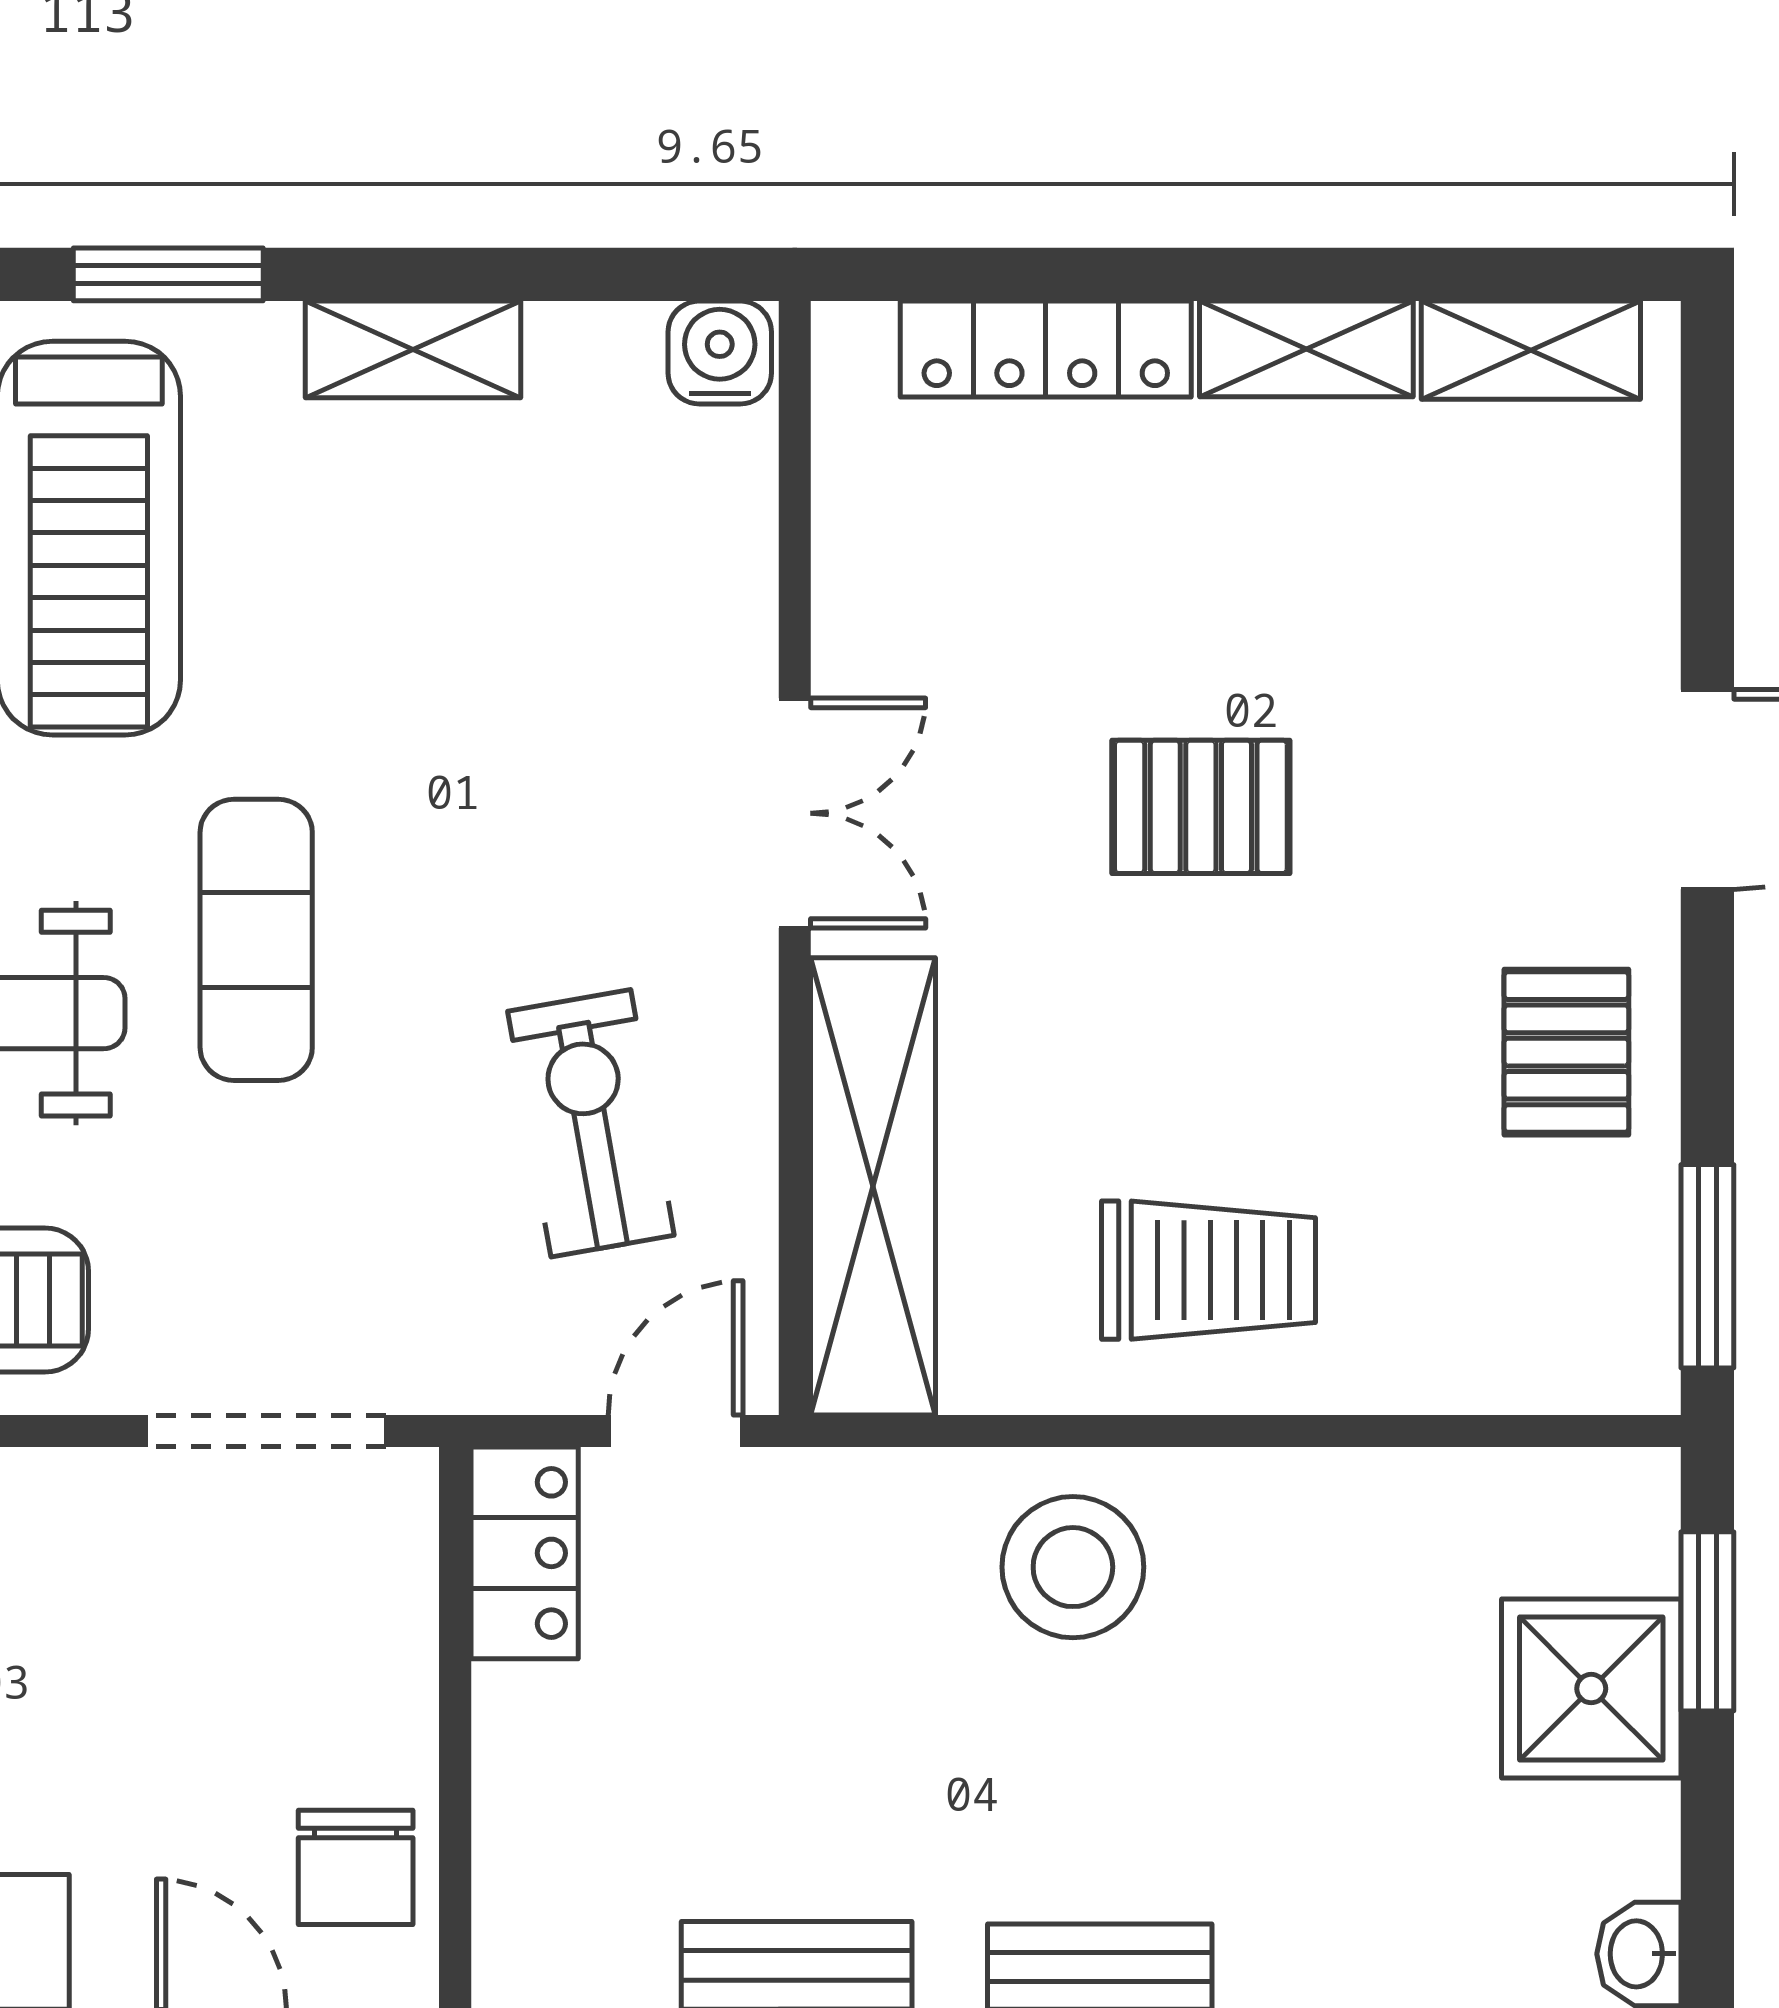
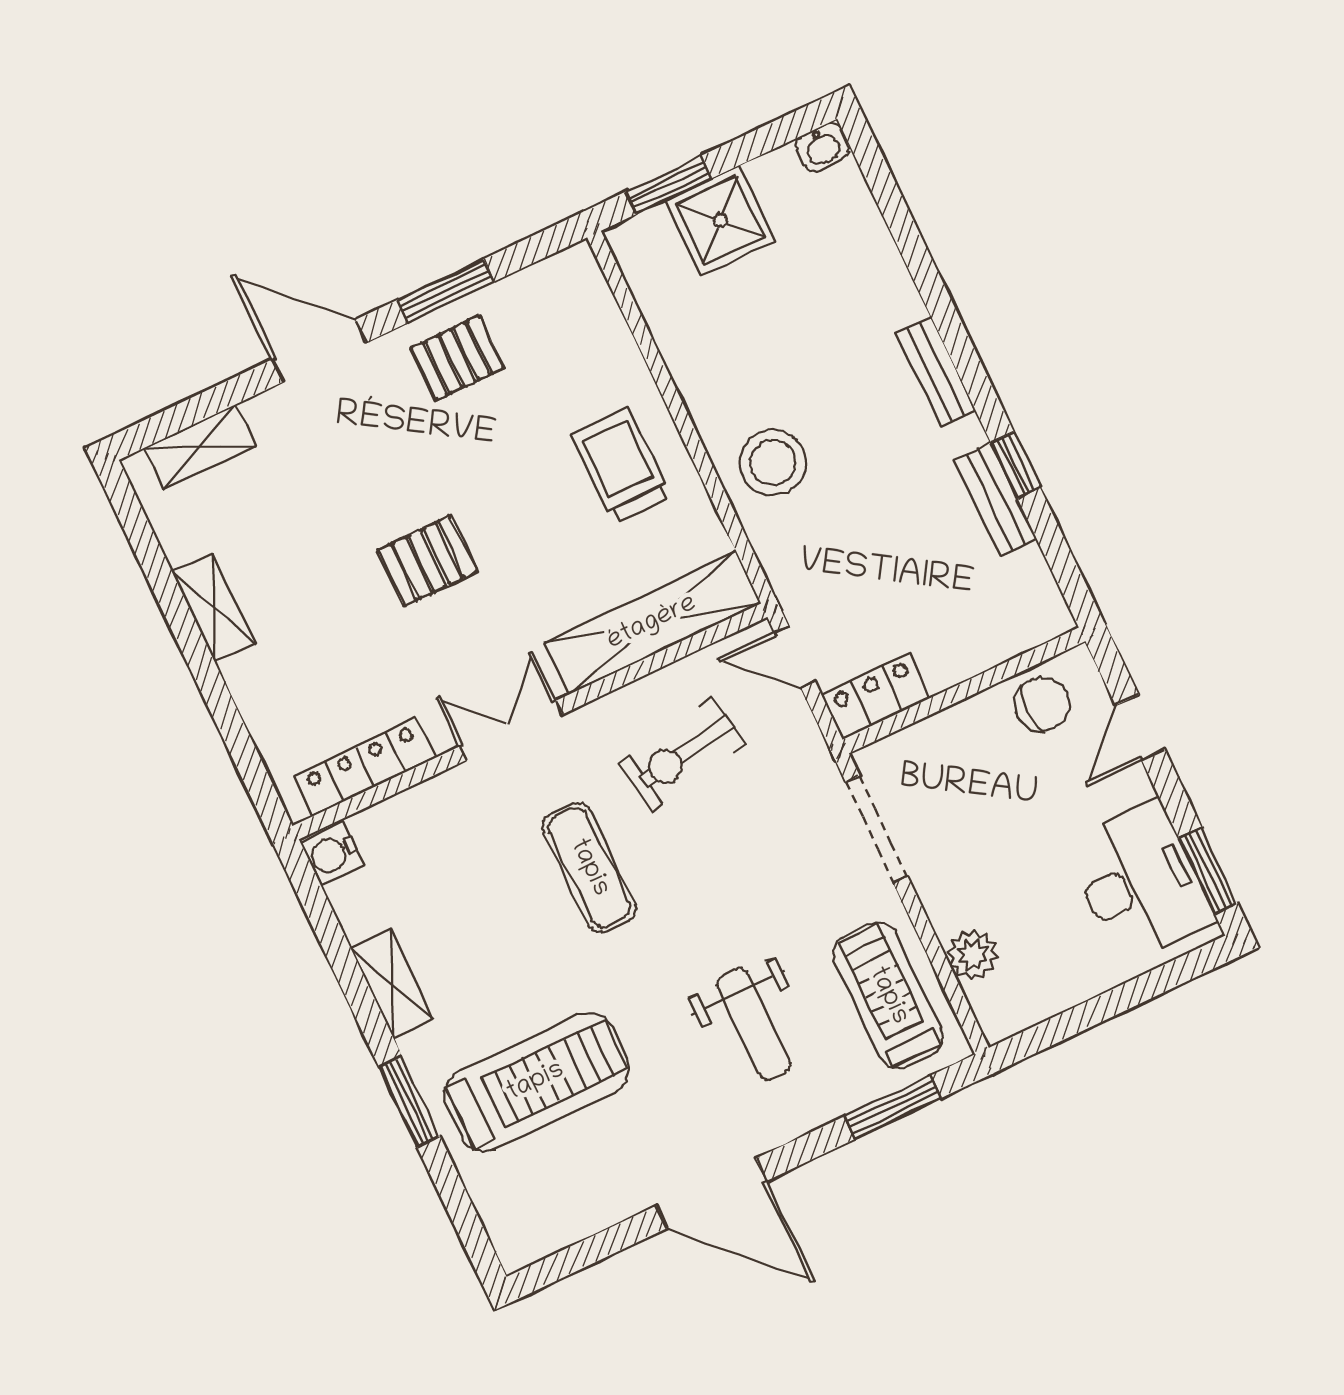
locker: (1046, 349) -> (365, 767), moved, turned -90
shelving: (1531, 350) -> (200, 447), moved, turned 90
pallet: (1201, 807) -> (427, 561), turned 90
exercise mat: (256, 940) -> (589, 868), moved, turned 90
window: (1707, 1266) -> (446, 291), moved

